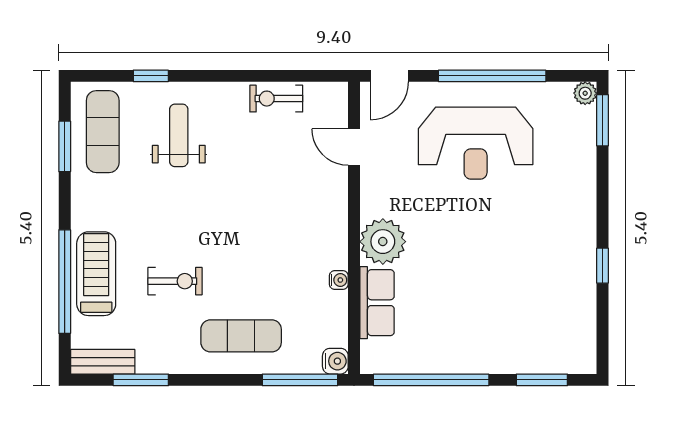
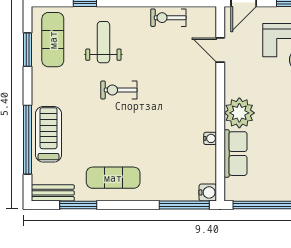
exercise bike: (175, 281) -> (119, 90), moved, turned 180
exercise mat: (241, 336) -> (113, 178), moved

